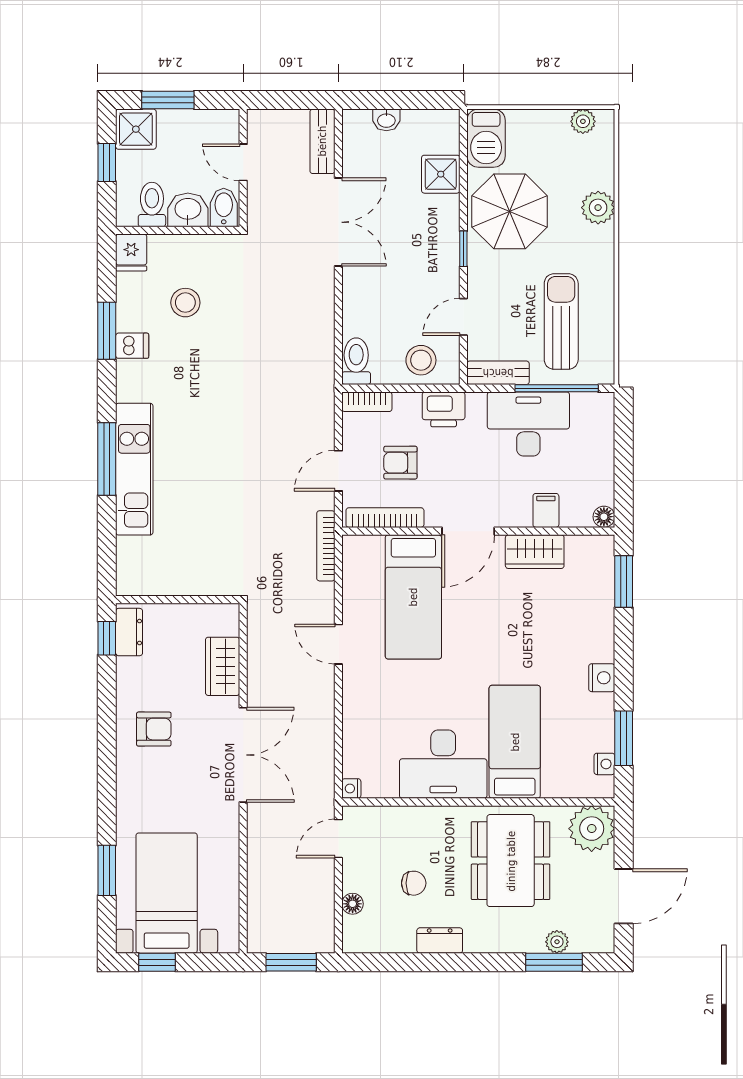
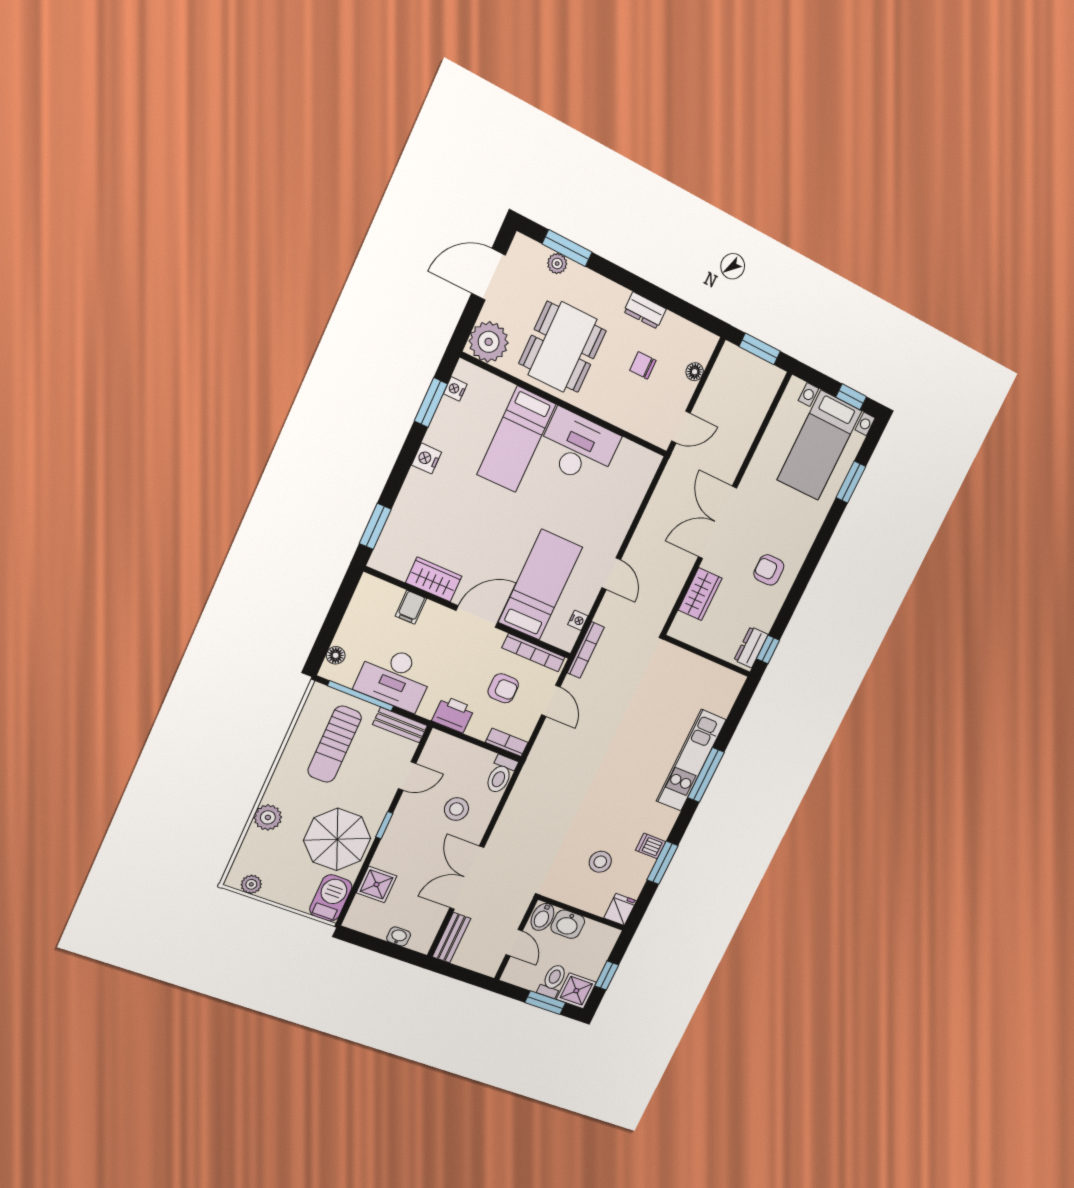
toilet: (152, 204) -> (553, 981), moved, turned 180
stool: (421, 360) -> (456, 809), moved
door: (338, 471) -> (551, 701), hinge flipped
floor lamp: (604, 517) -> (336, 655), moved
nightstand: (351, 788) -> (578, 620), moved

